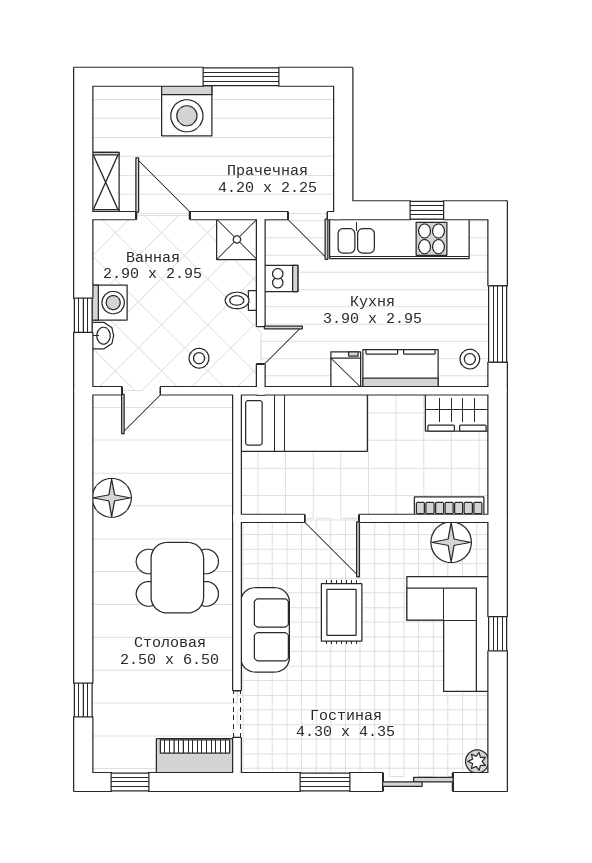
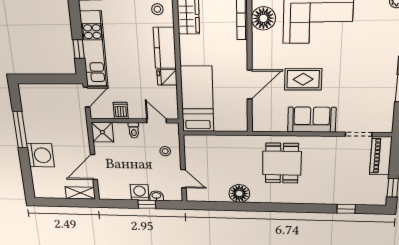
window: (427, 210) -> (79, 49), moved

